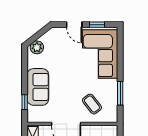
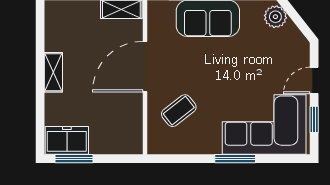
window: (120, 93) -> (235, 159), moved

